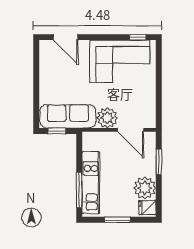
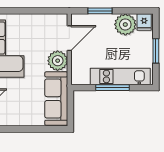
window: (57, 131) -> (70, 109), removed
window: (79, 190) -> (112, 88), moved

